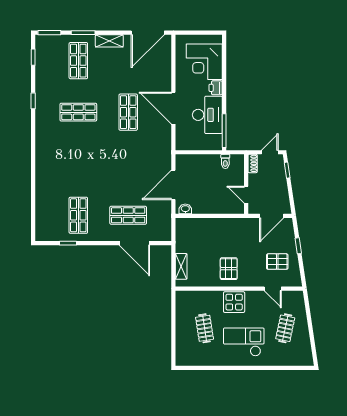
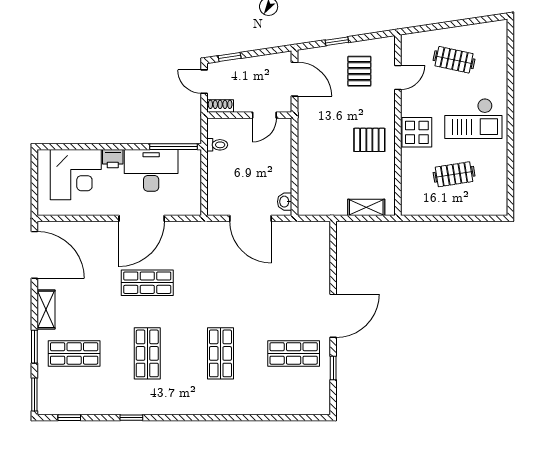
shop shelf: (128, 215) -> (220, 353), moved
door: (134, 243) -> (333, 316), moved
checkout: (244, 342) -> (473, 119), turned -90

